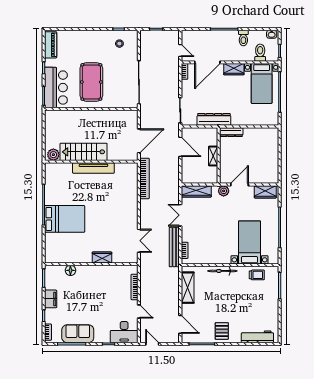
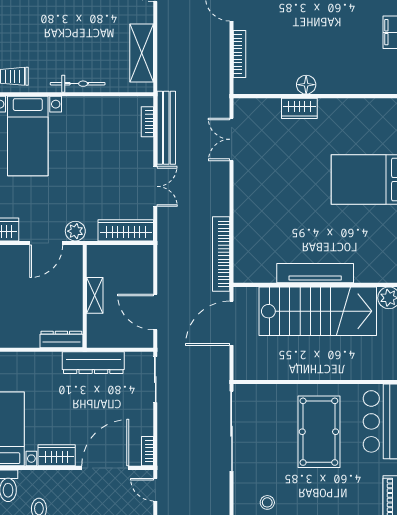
stairs: (84, 152) -> (318, 311), width x1.36, depth x1.51
floor lamp: (70, 270) -> (306, 85), moved

